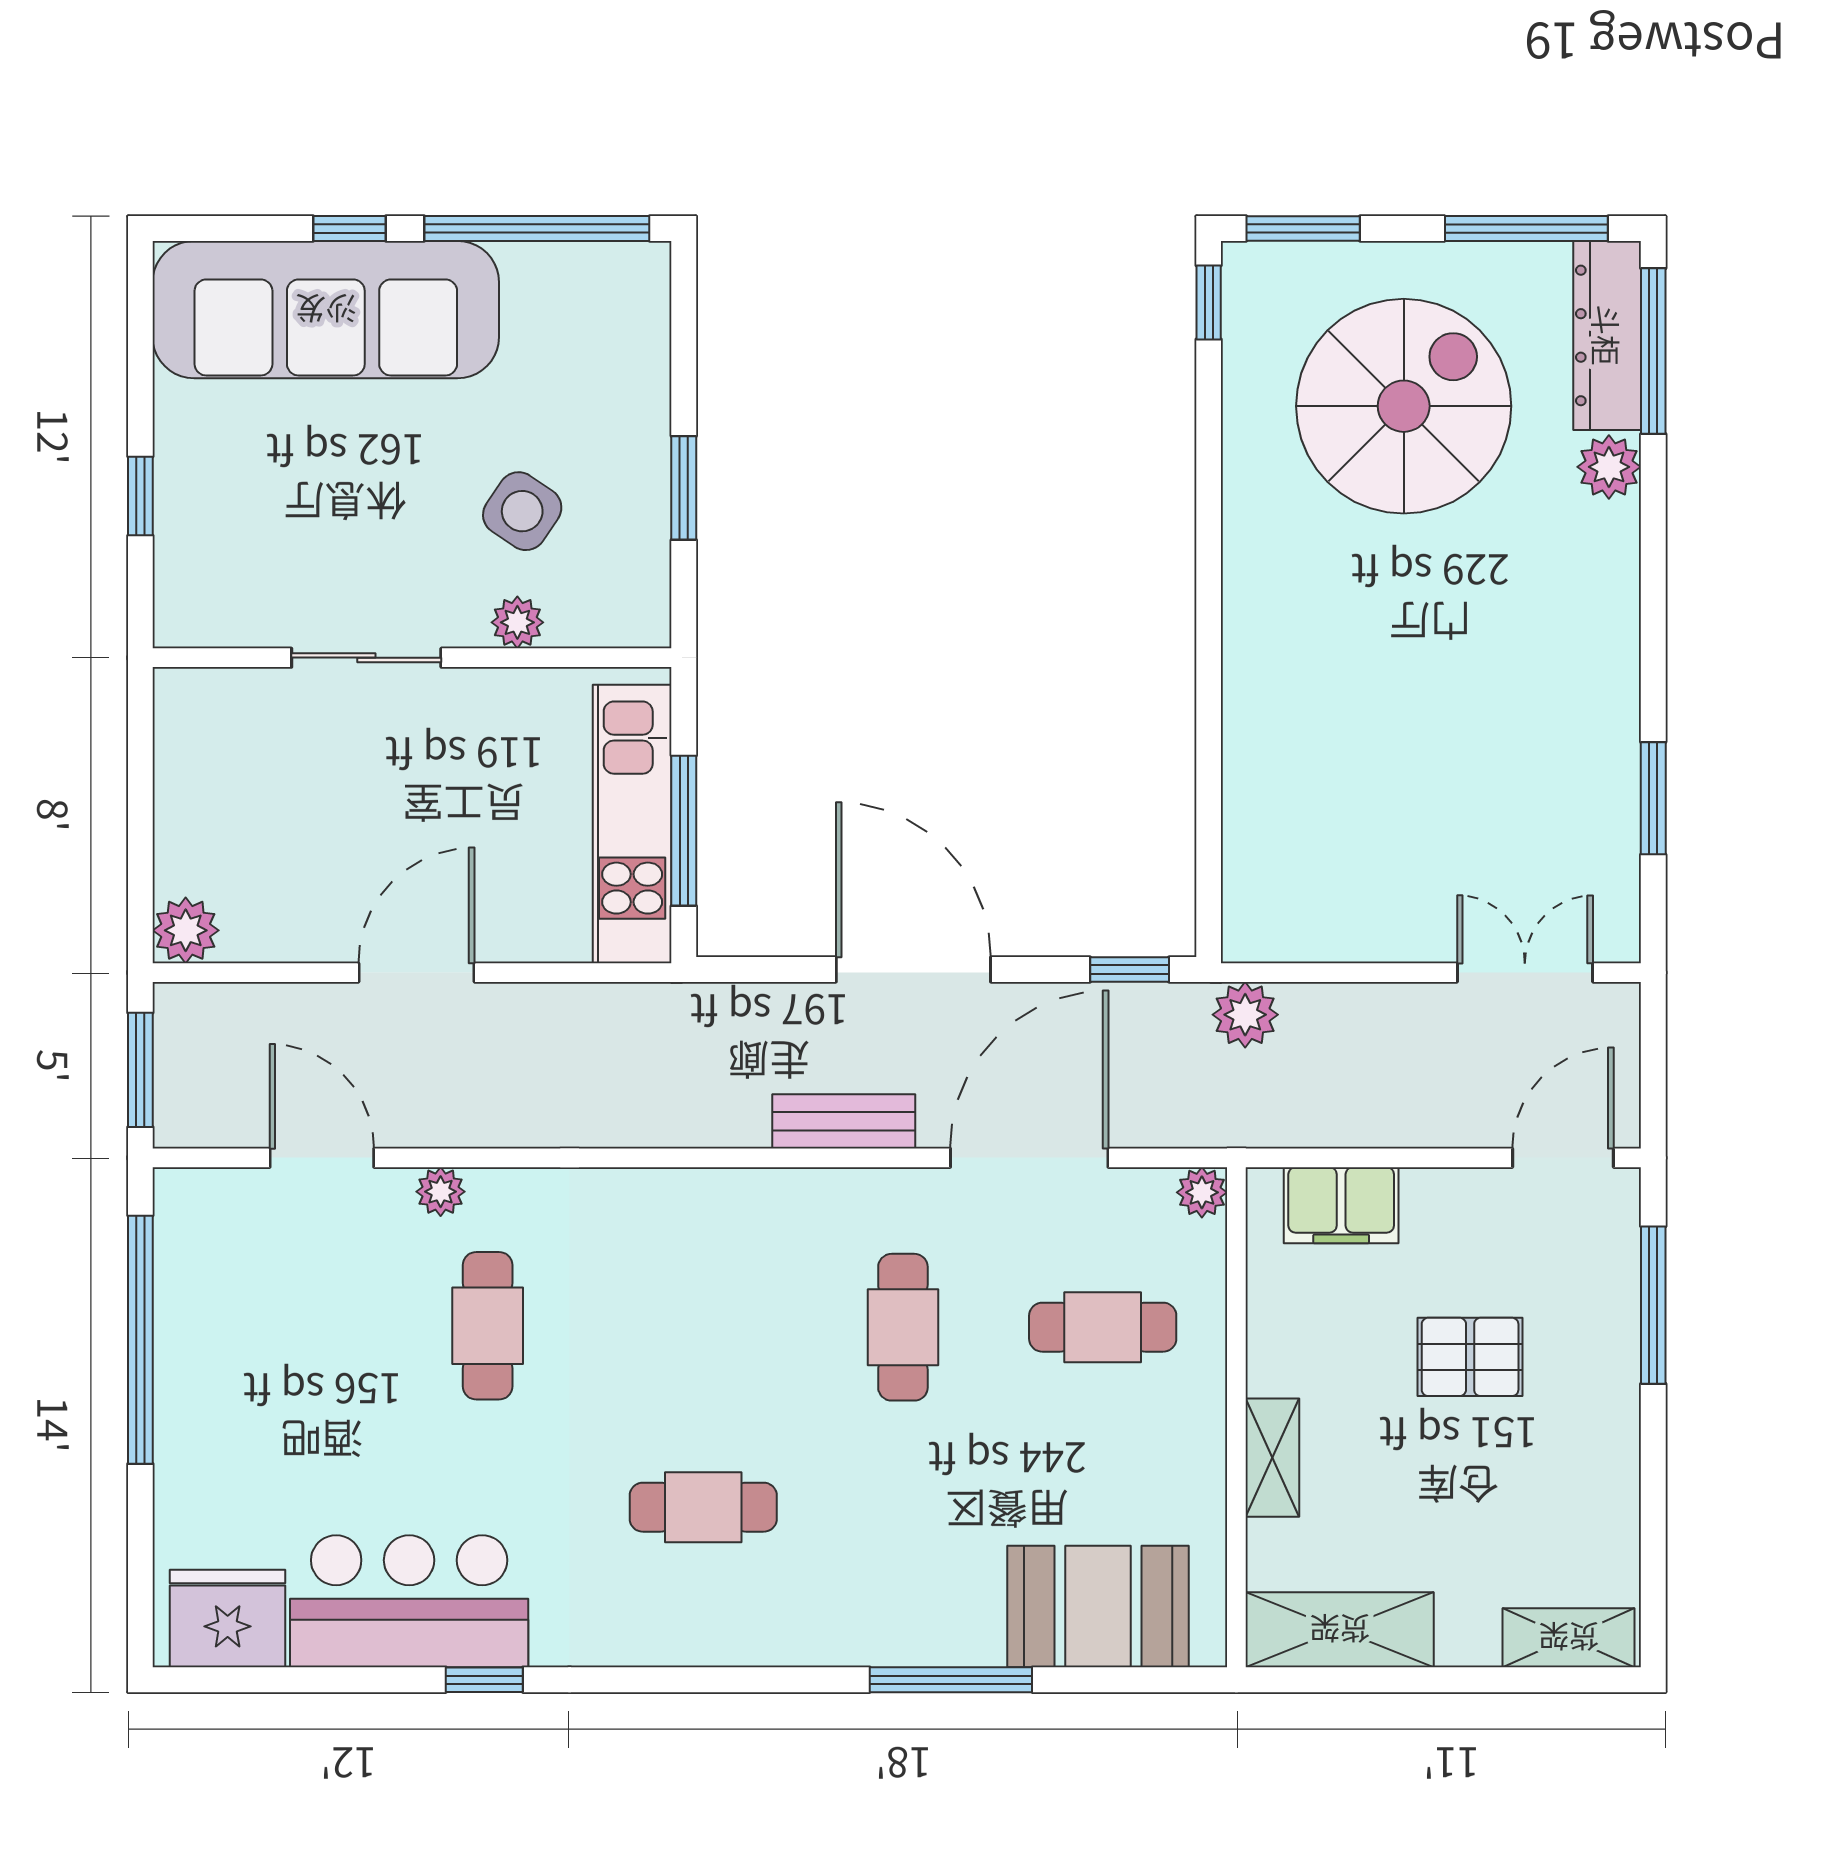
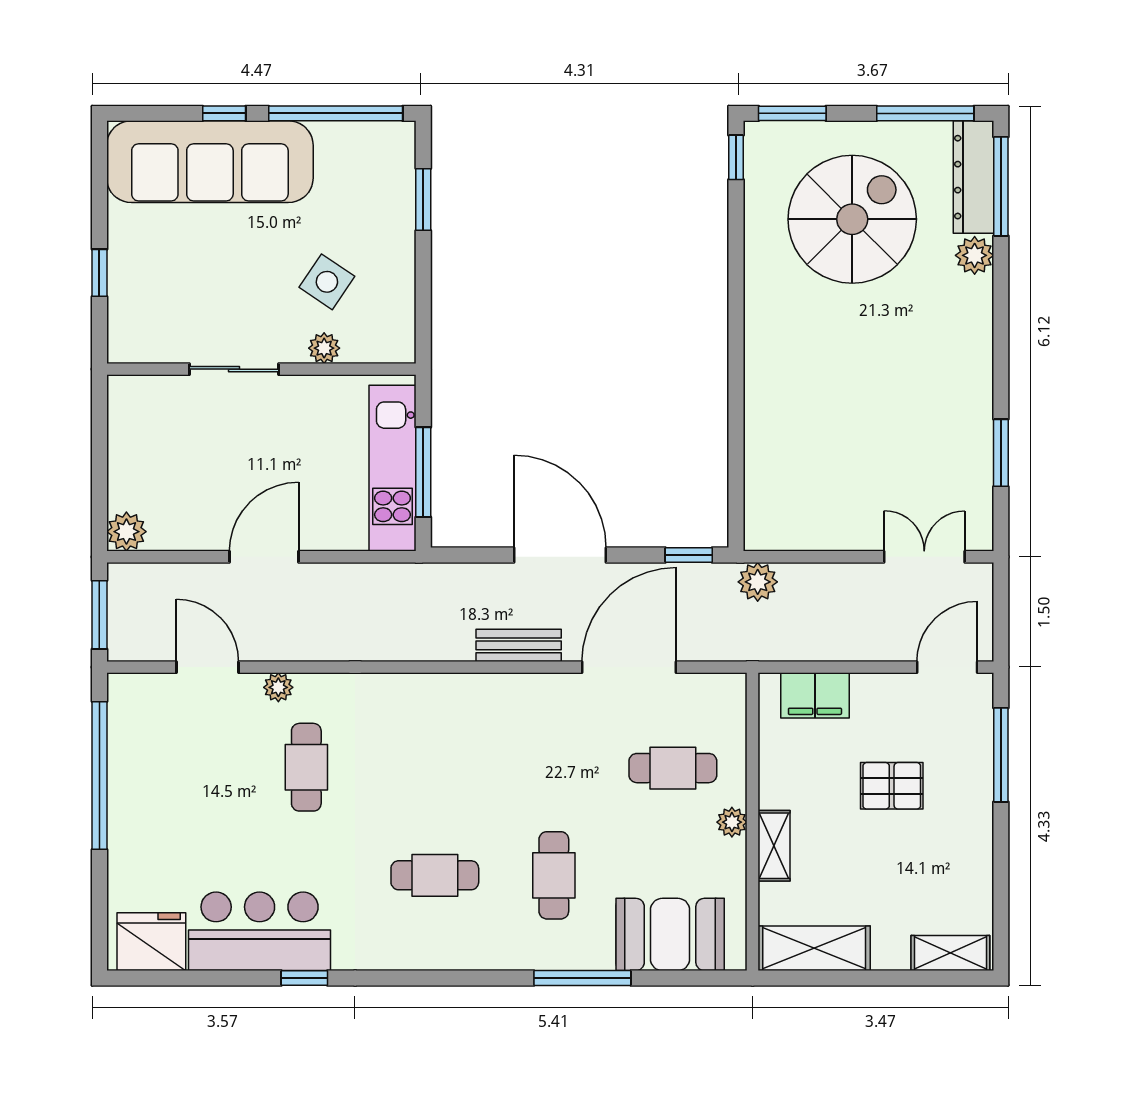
window: (684, 488) -> (423, 199), moved
plant: (1202, 1192) -> (732, 822), moved
cafe table: (903, 1327) -> (554, 875), moved

